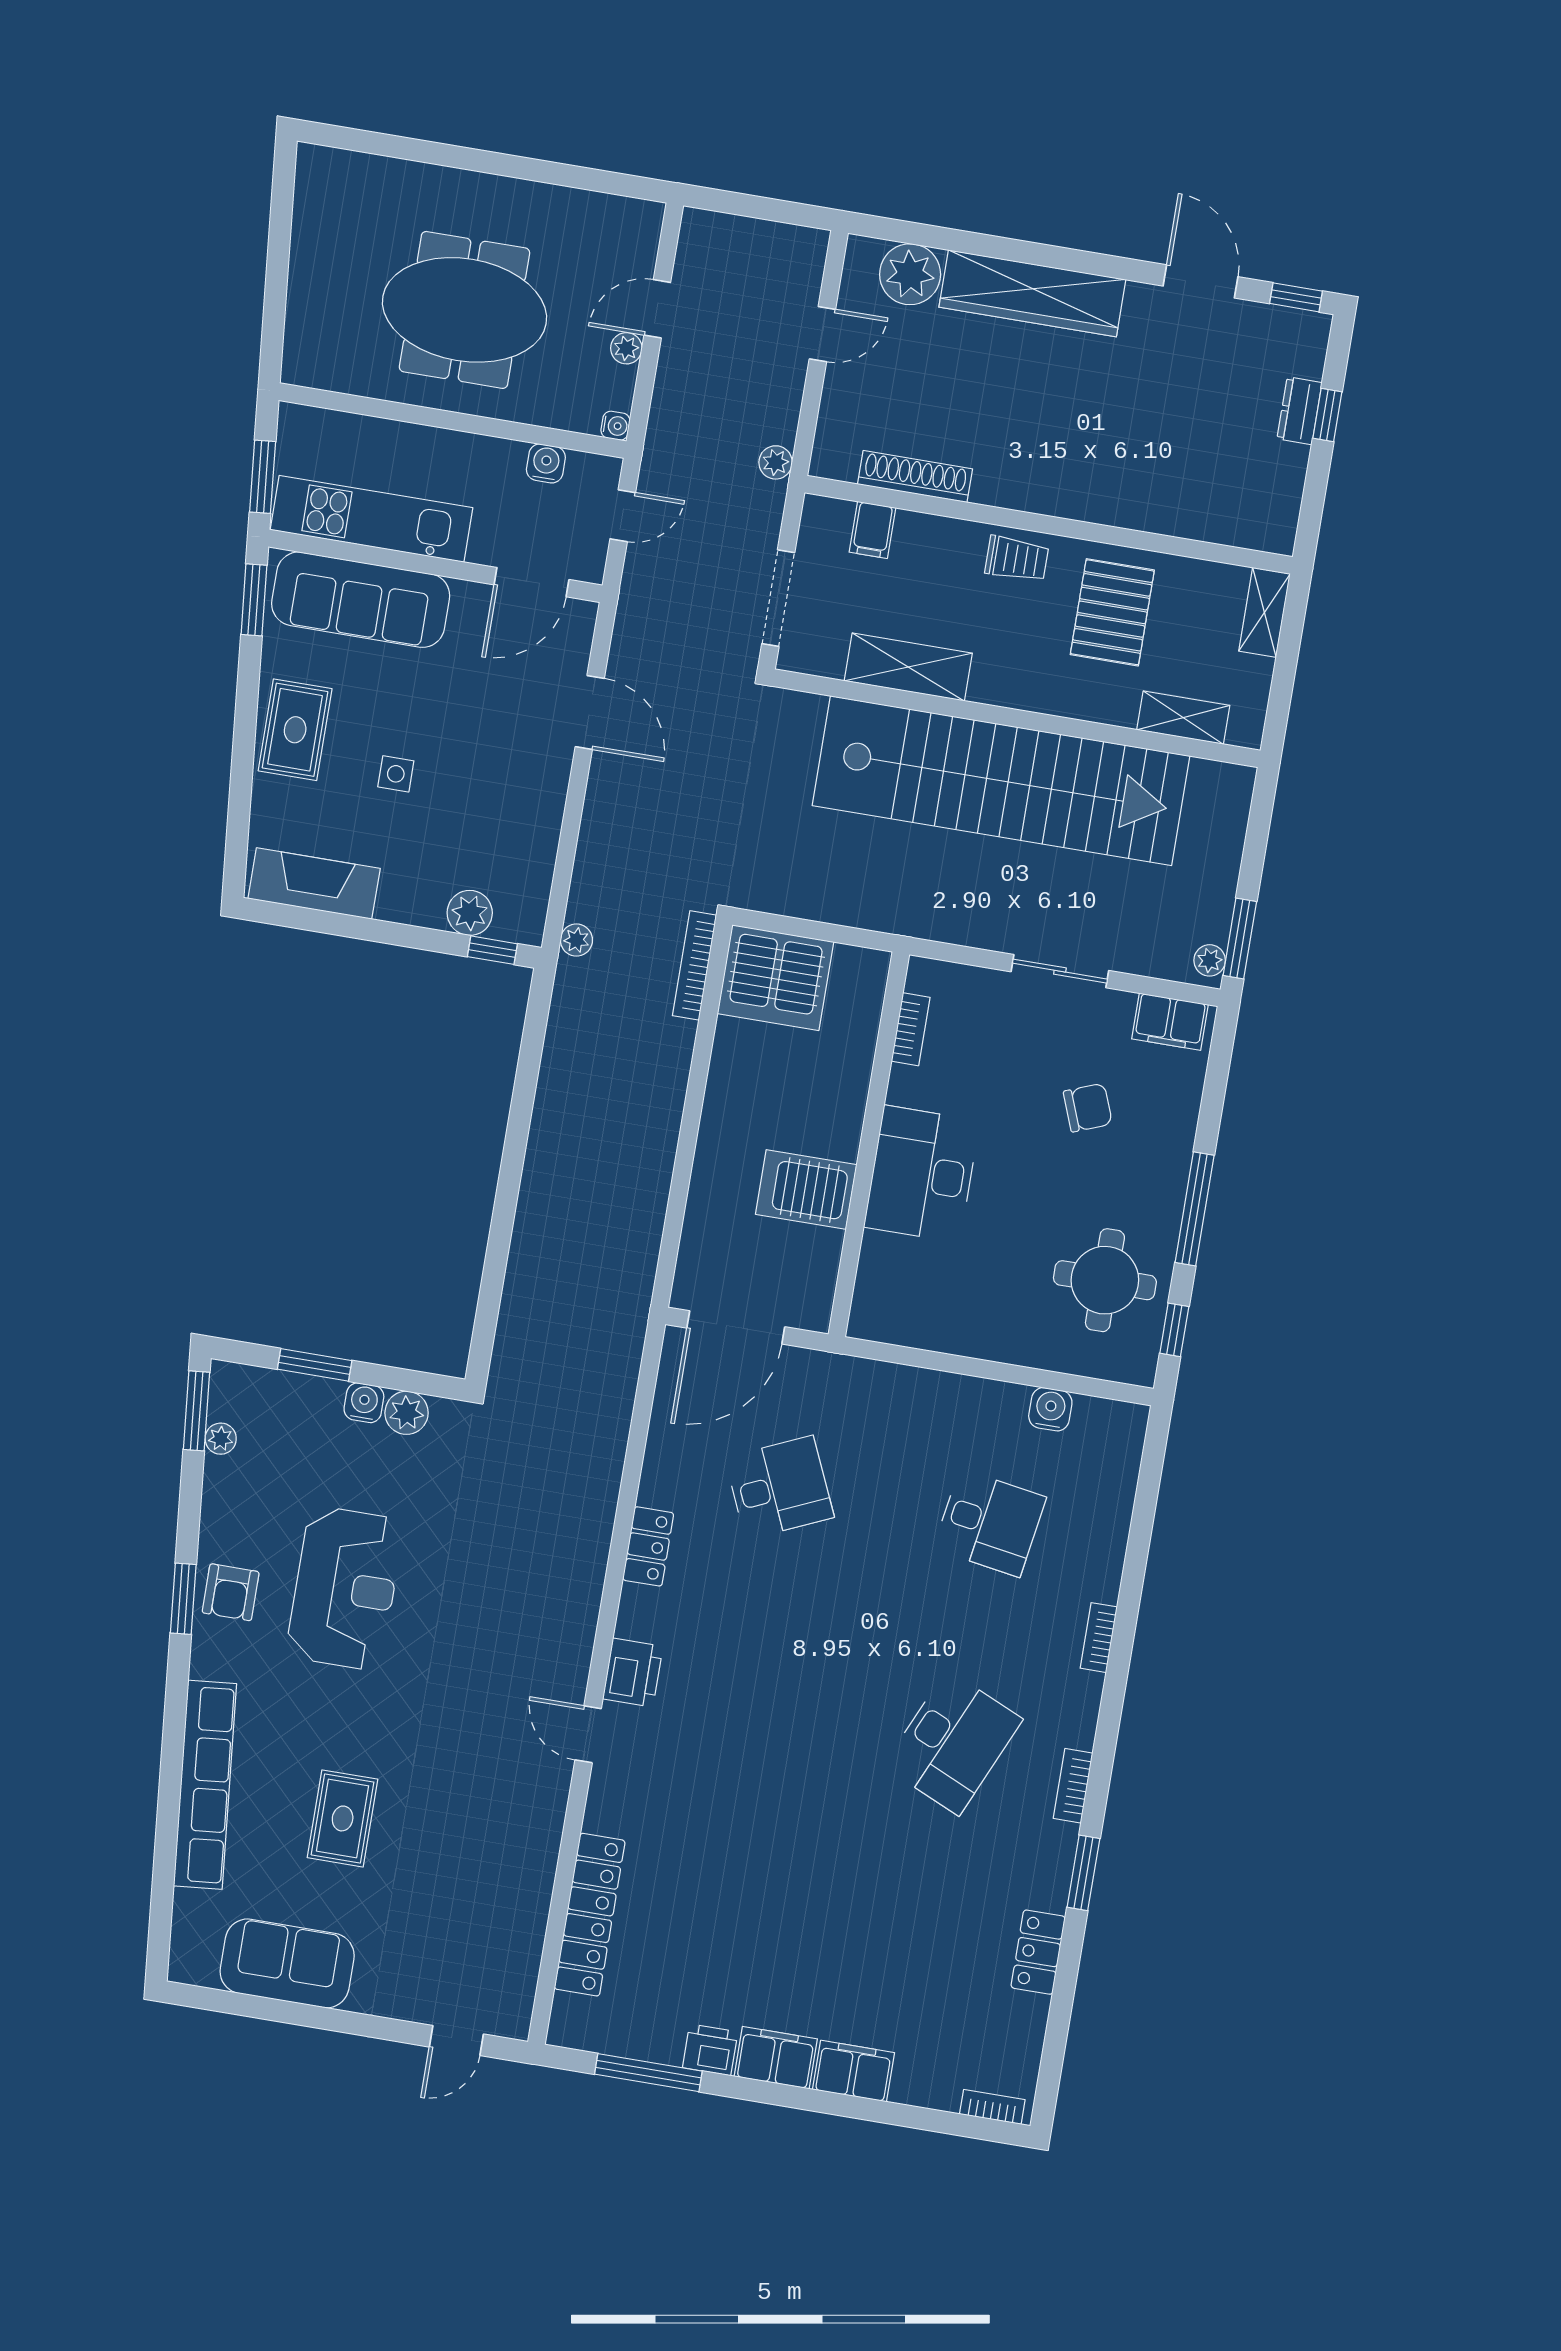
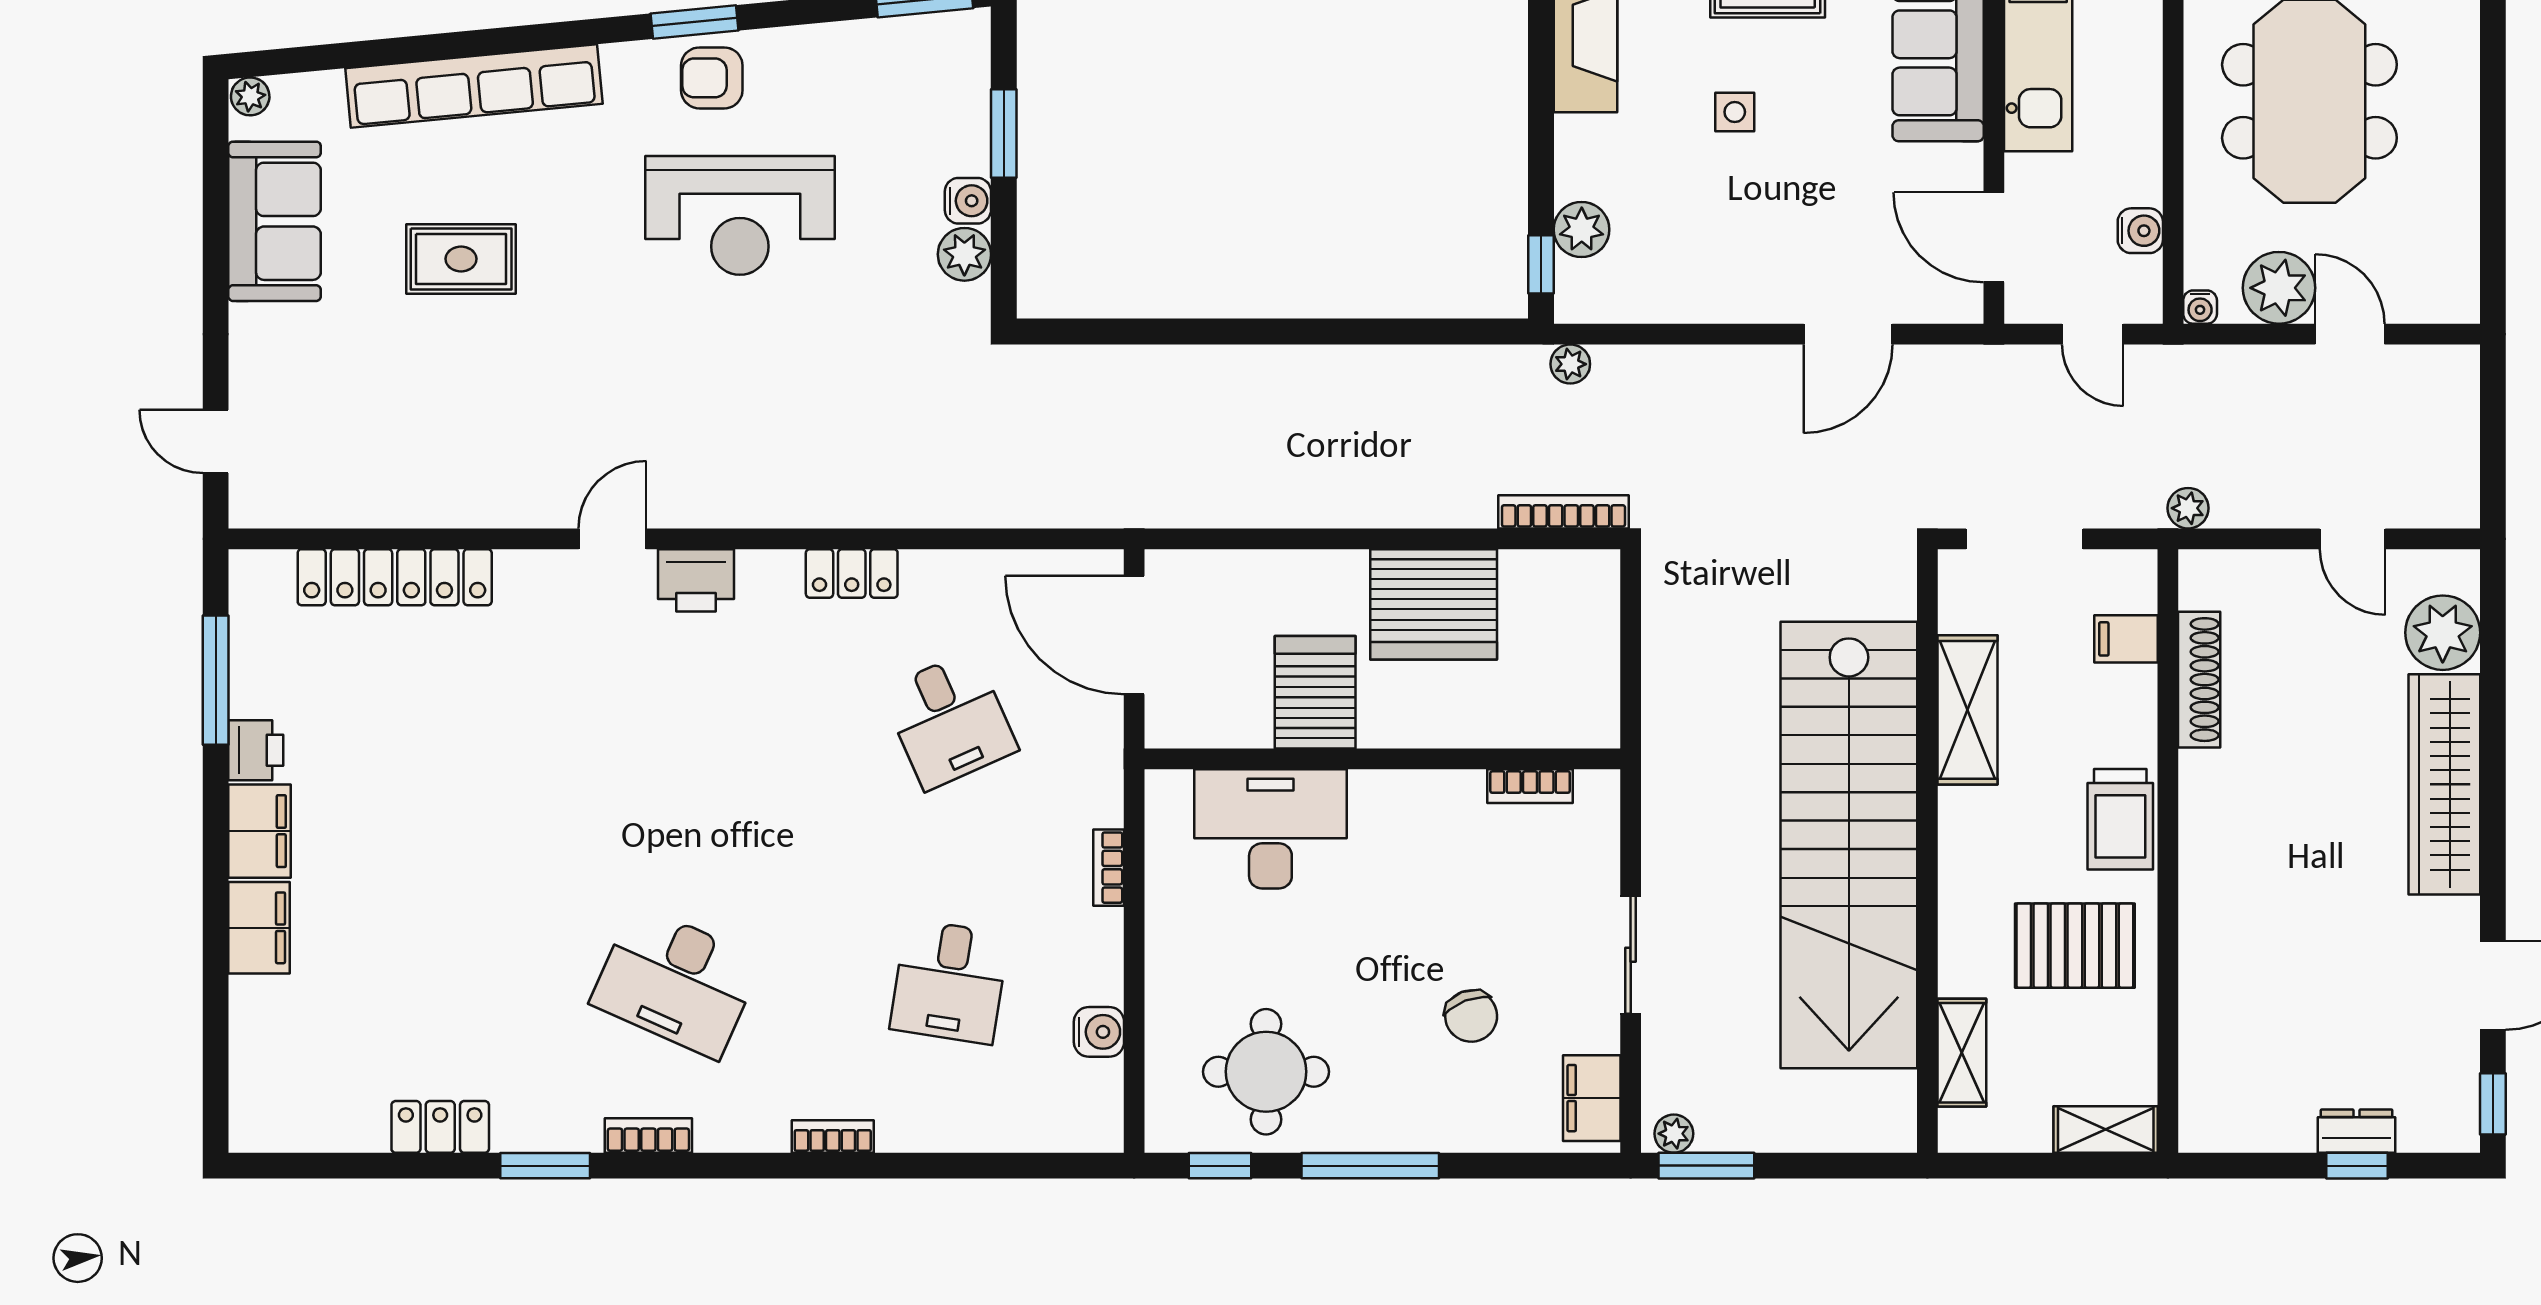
plant: (626, 348) -> (2279, 288), width x1.87, depth x1.87
trolley: (1017, 559) -> (2120, 819), width x1.36, depth x1.39
server rack: (775, 978) -> (1434, 604), moved, turned -90
desk: (922, 1174) -> (1270, 829), moved
plant: (221, 1439) -> (250, 96), moved
bookcase: (992, 2107) -> (1109, 868), moved, turned 180

